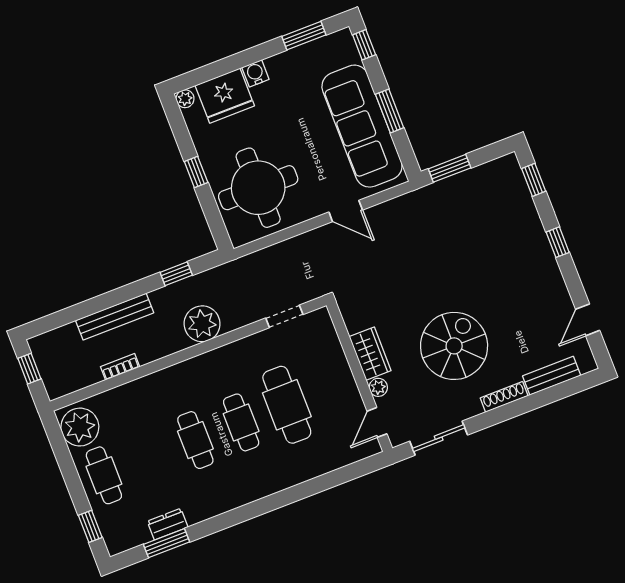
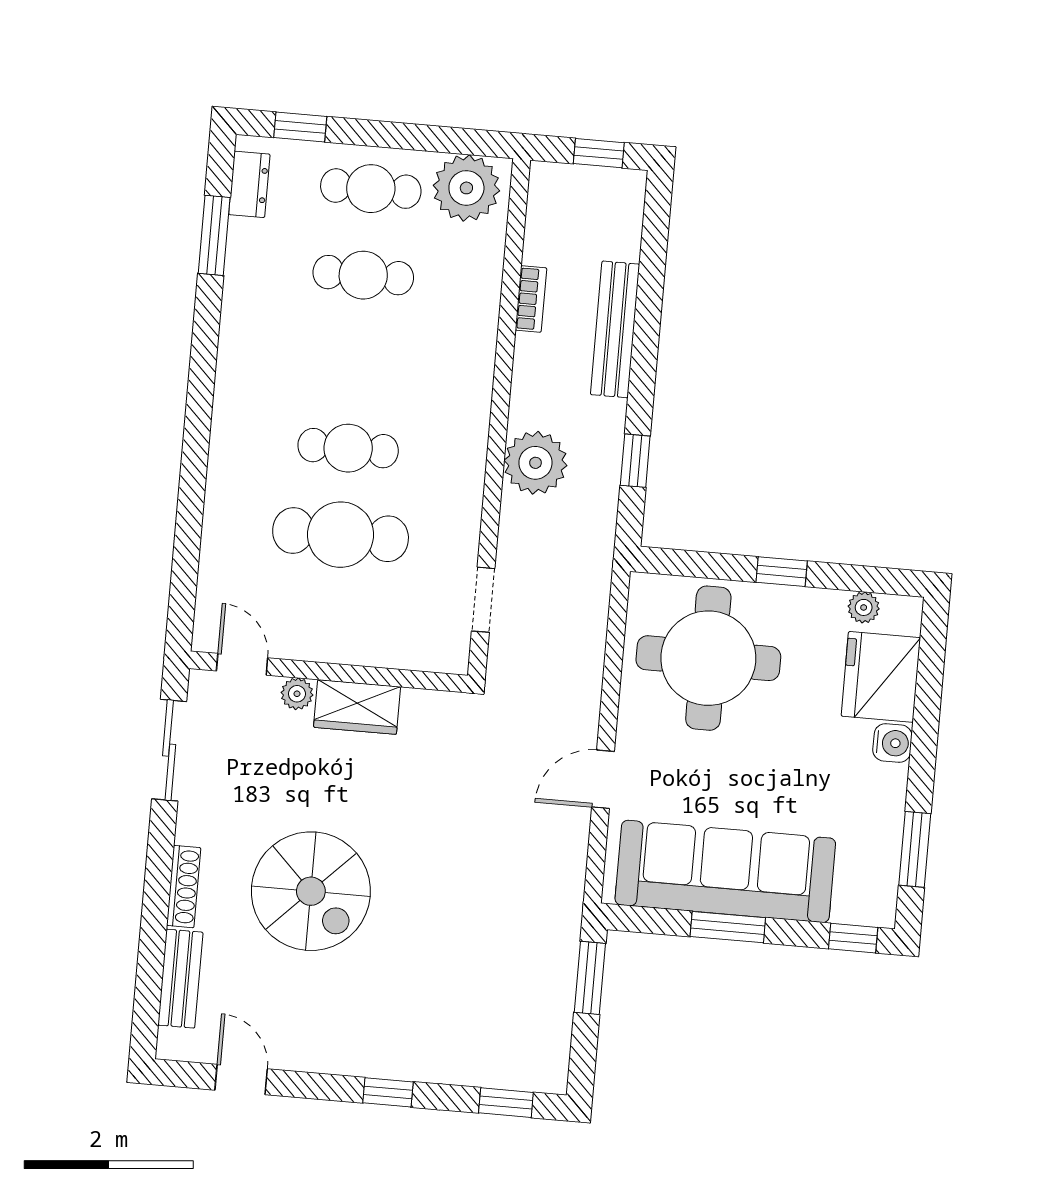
plant: (185, 99) -> (864, 607), moved
spiral stairs: (454, 346) -> (311, 891), moved
cafe table: (195, 440) -> (363, 275), moved
dresser: (168, 524) -> (249, 184), moved

